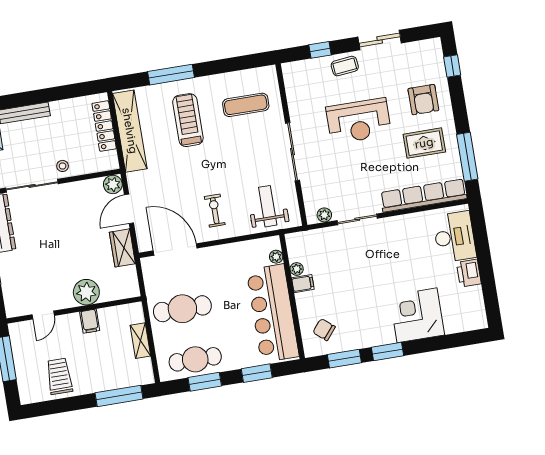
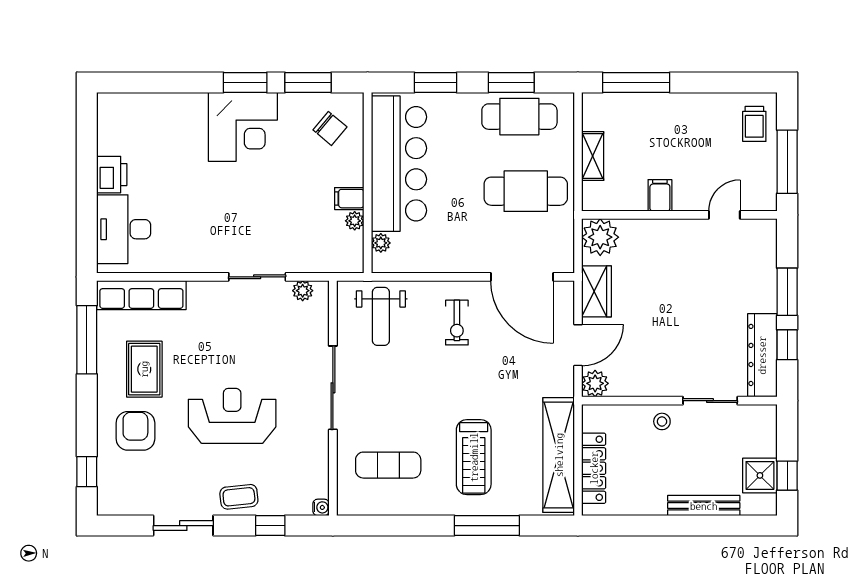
water cooler: (287, 68) -> (321, 507), added
rug: (424, 143) -> (144, 369), turned 90
sliding door: (32, 186) -> (710, 401), width x0.73
row of seats: (423, 196) -> (141, 295), width x0.73
plant: (86, 292) -> (600, 237), moved
corner desk: (417, 315) -> (243, 127), moved
trolley: (59, 376) -> (754, 124), moved, width x0.73, depth x0.72

